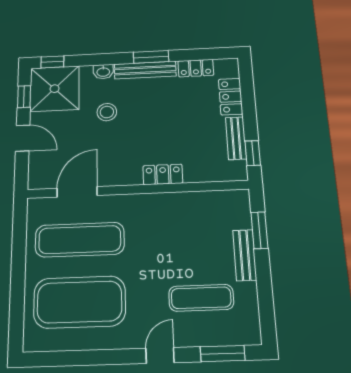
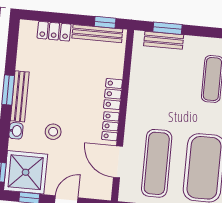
locker: (196, 68) -> (110, 126), moved, turned 180
bench: (236, 138) -> (97, 34), width x1.36
bench: (245, 255) -> (164, 40), moved

